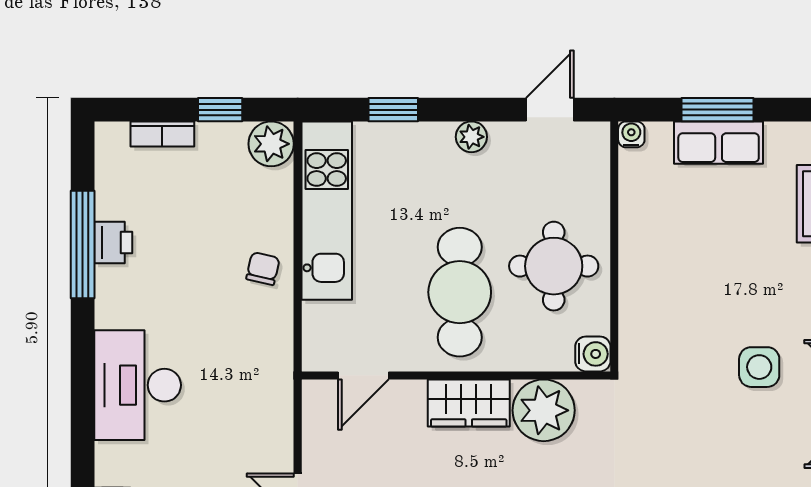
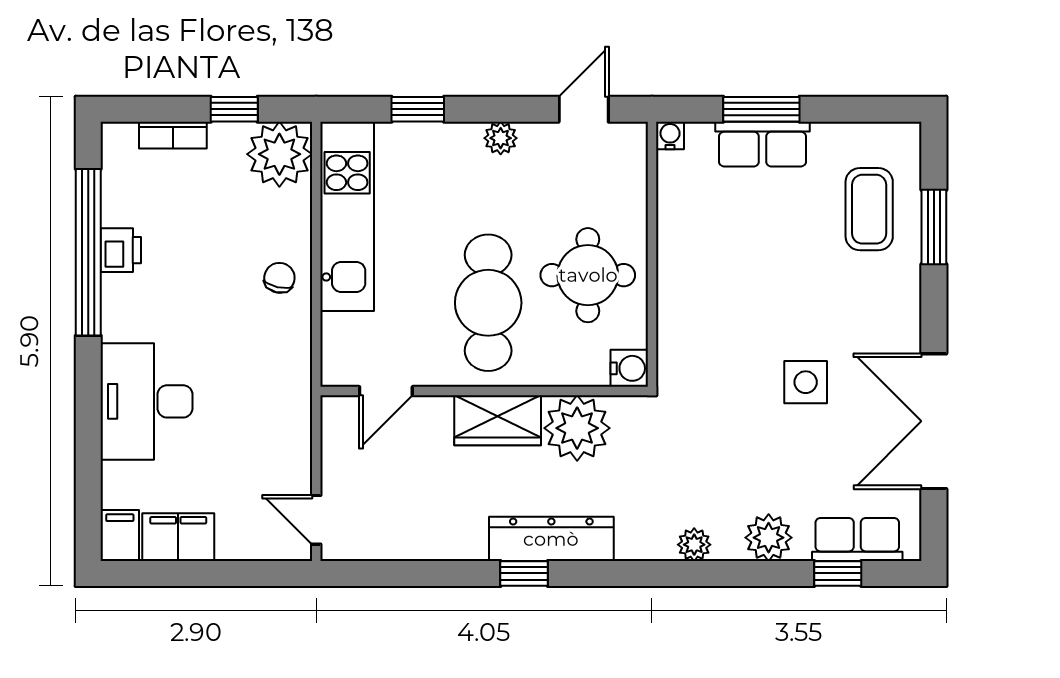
plant: (271, 144) -> (279, 154), width x1.36, depth x1.36
window: (83, 244) -> (88, 252), width x1.46

